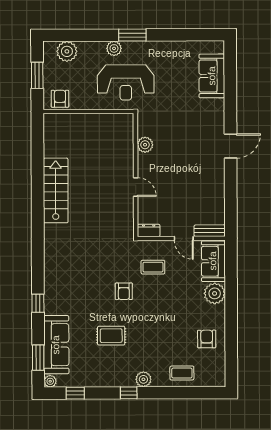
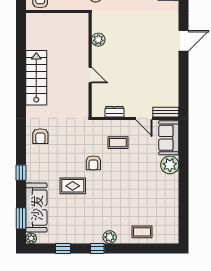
plant: (145, 145) -> (98, 40), moved
wall: (136, 175) -> (90, 65), moved
door: (136, 187) -> (90, 75), moved
rug: (111, 336) -> (73, 186), moved
armchair: (207, 339) -> (40, 136), moved, turned 180
window: (75, 393) -> (63, 248), moved

